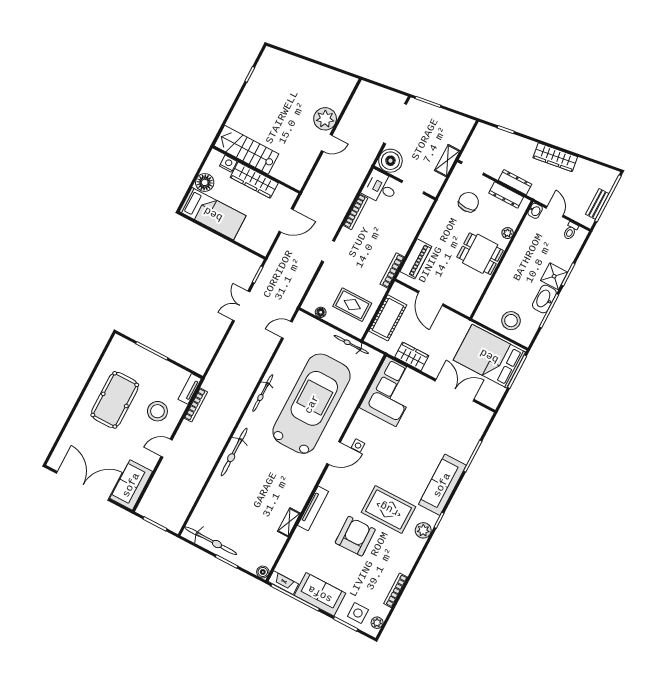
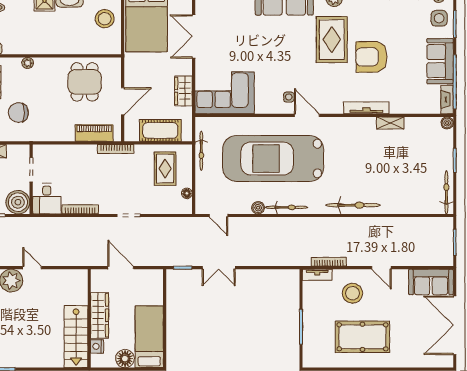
dining table: (480, 254) -> (85, 82), moved
boiler: (275, 368) -> (258, 208), added
bicycle: (211, 541) -> (446, 192), width x0.73, depth x0.71

